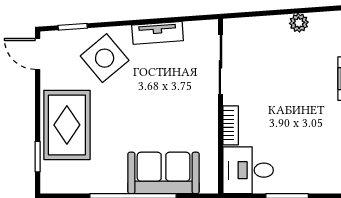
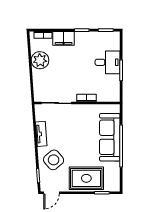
plant: (299, 23) -> (40, 60), width x1.88, depth x1.88
desk: (248, 170) -> (108, 62), moved, turned -90
sofa: (164, 173) -> (110, 137), width x1.36

